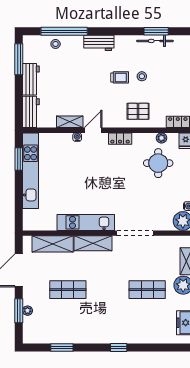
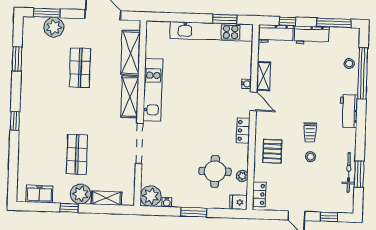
window: (19, 102) -> (287, 21), added
window: (19, 311) -> (47, 13), moved
plant: (28, 311) -> (54, 27), width x1.87, depth x1.87

